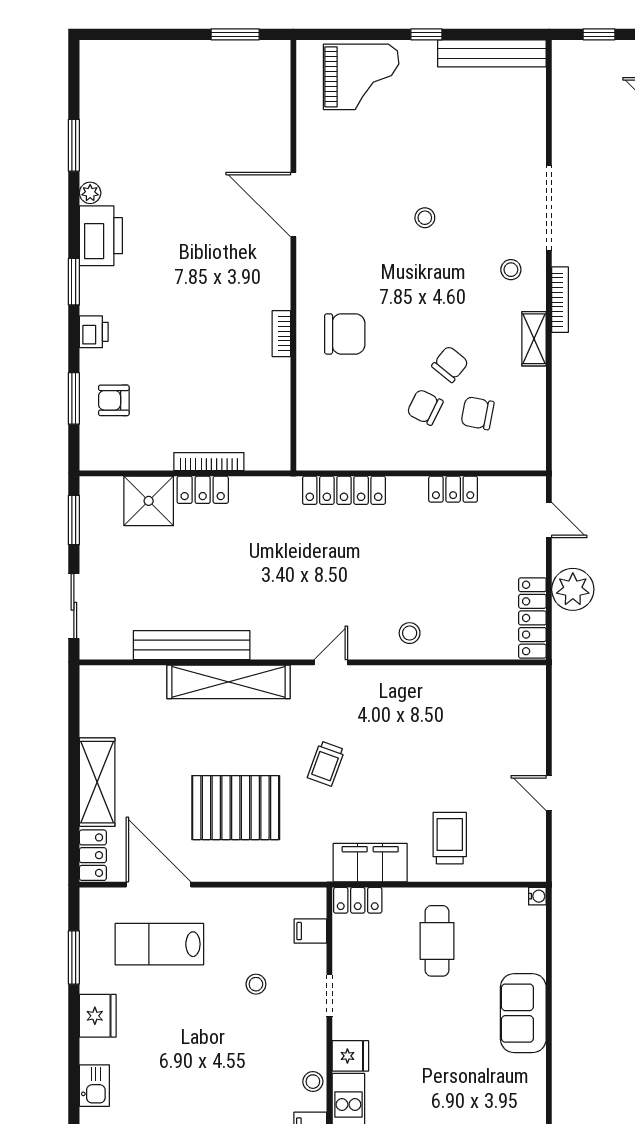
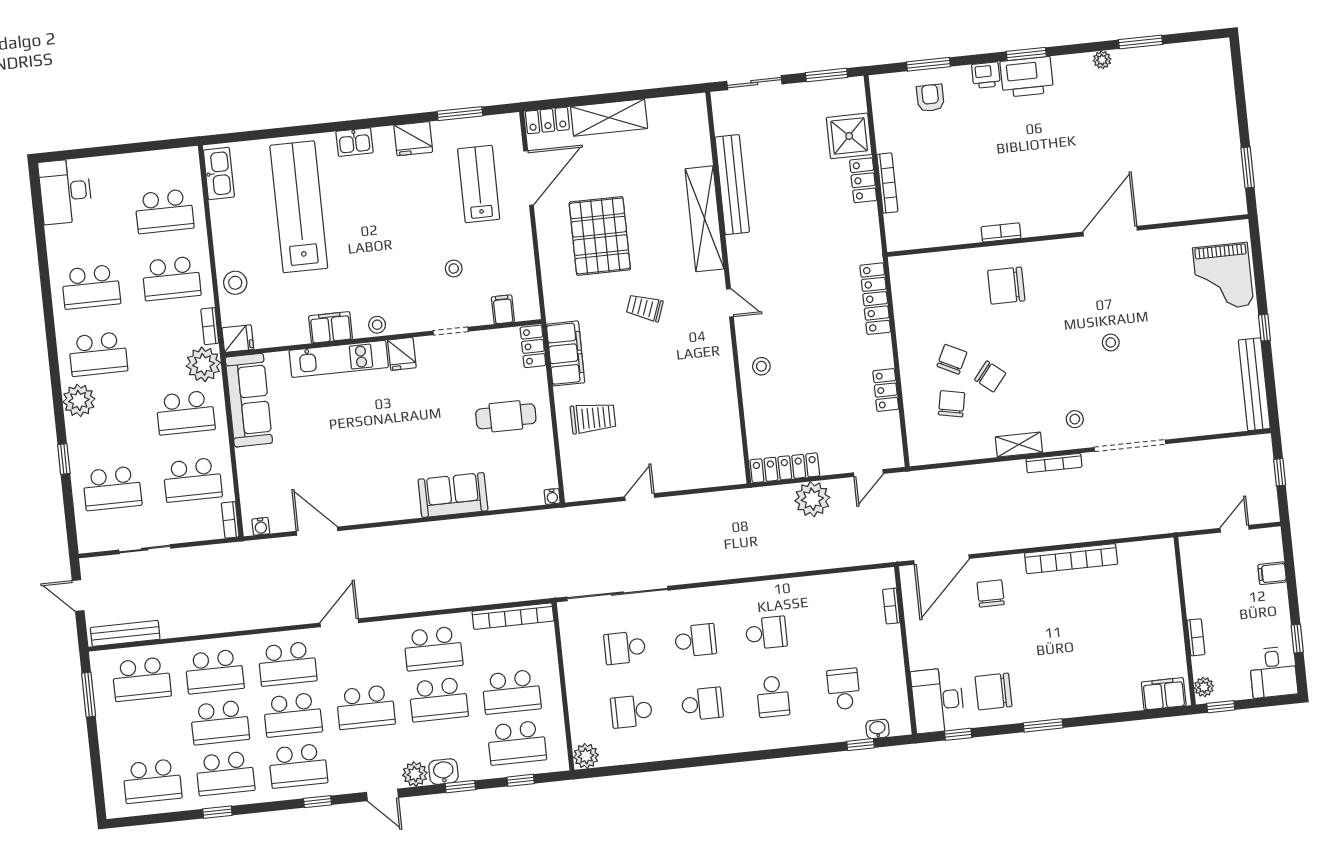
printer: (101, 236) -> (1027, 77), moved
chair: (345, 334) -> (1006, 286), turned 90

